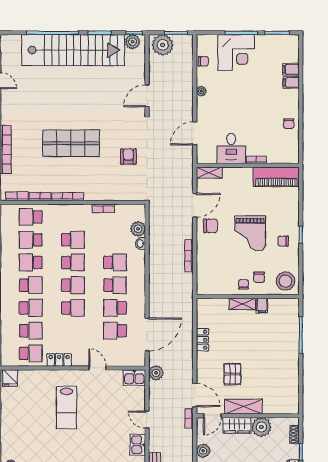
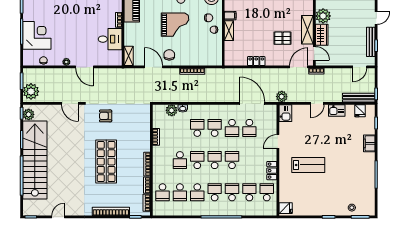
door: (195, 133) -> (84, 67), moved
armchair: (128, 157) -> (106, 116), moved
school desk: (73, 240) -> (180, 160), turned 180
plant: (203, 451) -> (341, 61), removed

